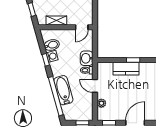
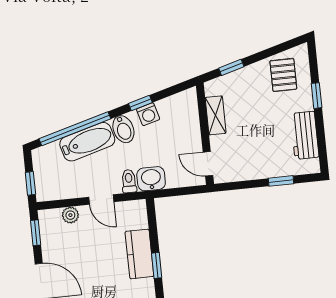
bidet: (52, 45) -> (123, 129), moved
door: (95, 86) -> (101, 200), swing flipped

